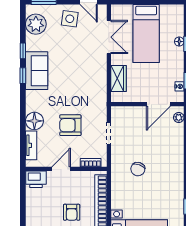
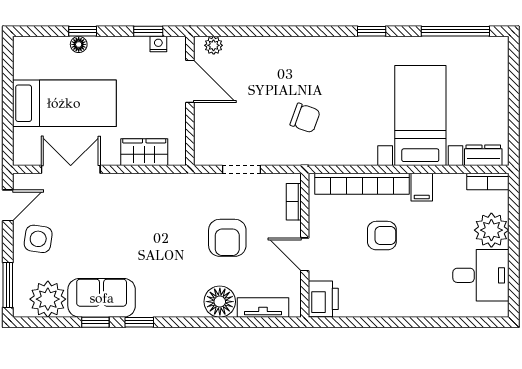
sofa: (37, 71) -> (102, 298), moved

